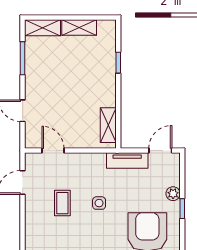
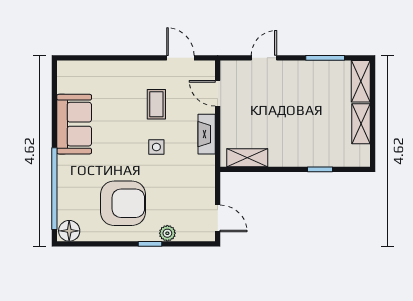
door: (53, 151) -> (218, 93), swing flipped
fireplace: (88, 160) -> (207, 134), added
tv unit: (127, 161) -> (206, 180), removed
coffee table: (62, 203) -> (156, 104), turned 90

